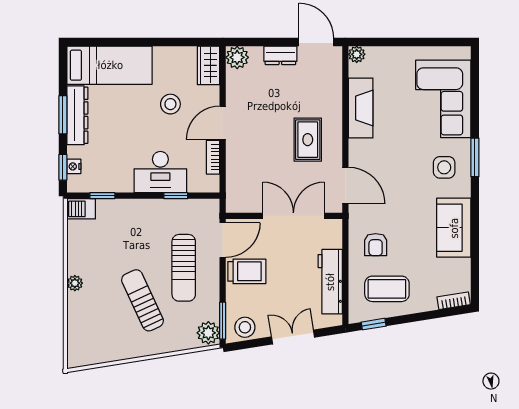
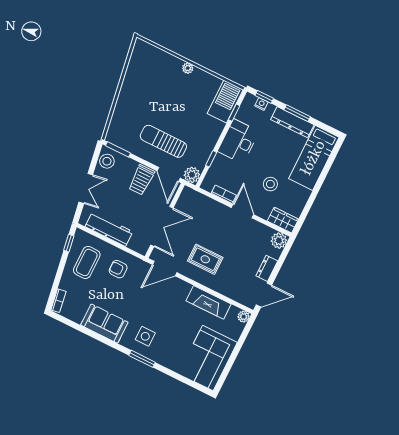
corner sofa: (443, 99) -> (208, 358), moved, turned -90
desk: (160, 172) -> (238, 141), moved
barbecue: (81, 209) -> (225, 102), width x1.88, depth x1.53
sun lounger: (142, 300) -> (156, 105), removed
plant: (208, 333) -> (192, 175), moved

